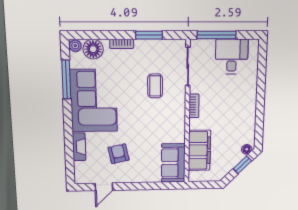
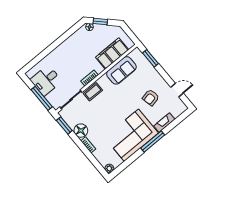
window: (149, 35) -> (64, 125), moved
floor lamp: (93, 49) -> (81, 131), moved
window: (66, 80) -> (153, 141), moved
coffee table: (155, 86) -> (93, 92), moved
sofa: (173, 163) -> (121, 70), moved
window: (160, 186) -> (151, 58), added

